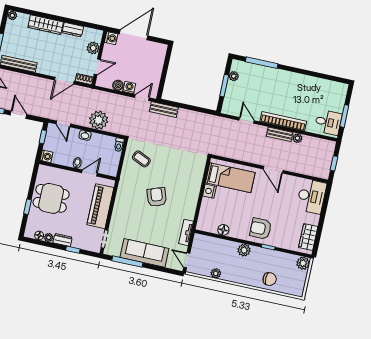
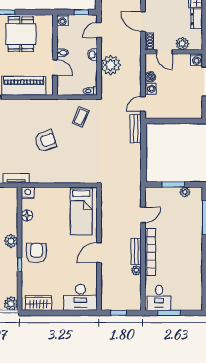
door: (142, 98) -> (143, 104), swing flipped
nightstand: (209, 191) -> (28, 193), moved

